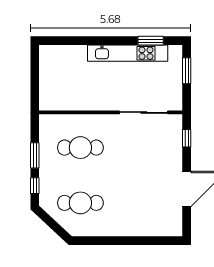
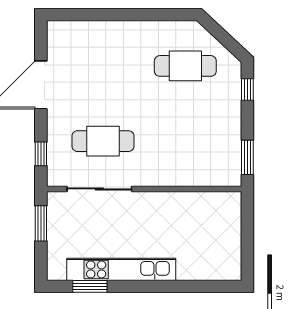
window: (187, 71) -> (41, 223), moved
cafe table: (80, 148) -> (103, 141), moved
window: (35, 155) -> (247, 157), moved

